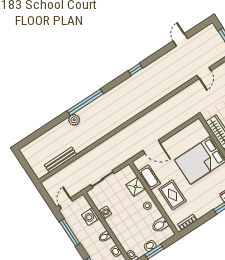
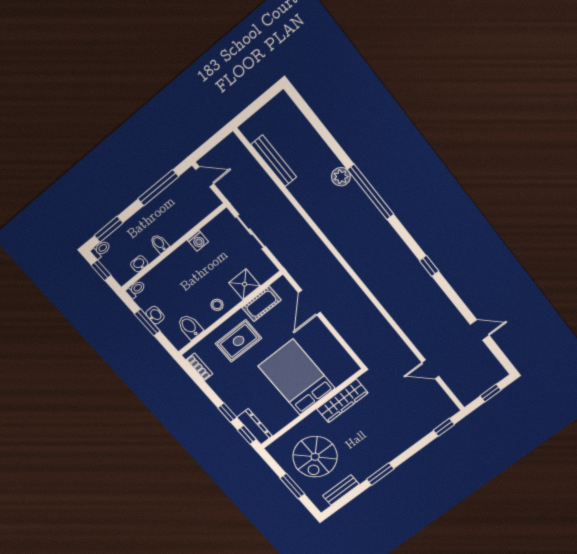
washing machine: (90, 217) -> (188, 218), removed

